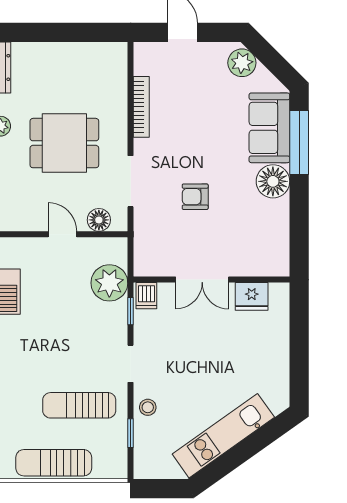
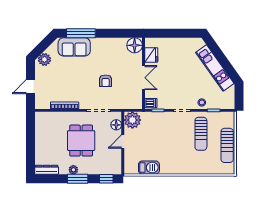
floor lamp: (273, 181) -> (135, 45), moved
plant: (109, 283) -> (132, 120), moved

